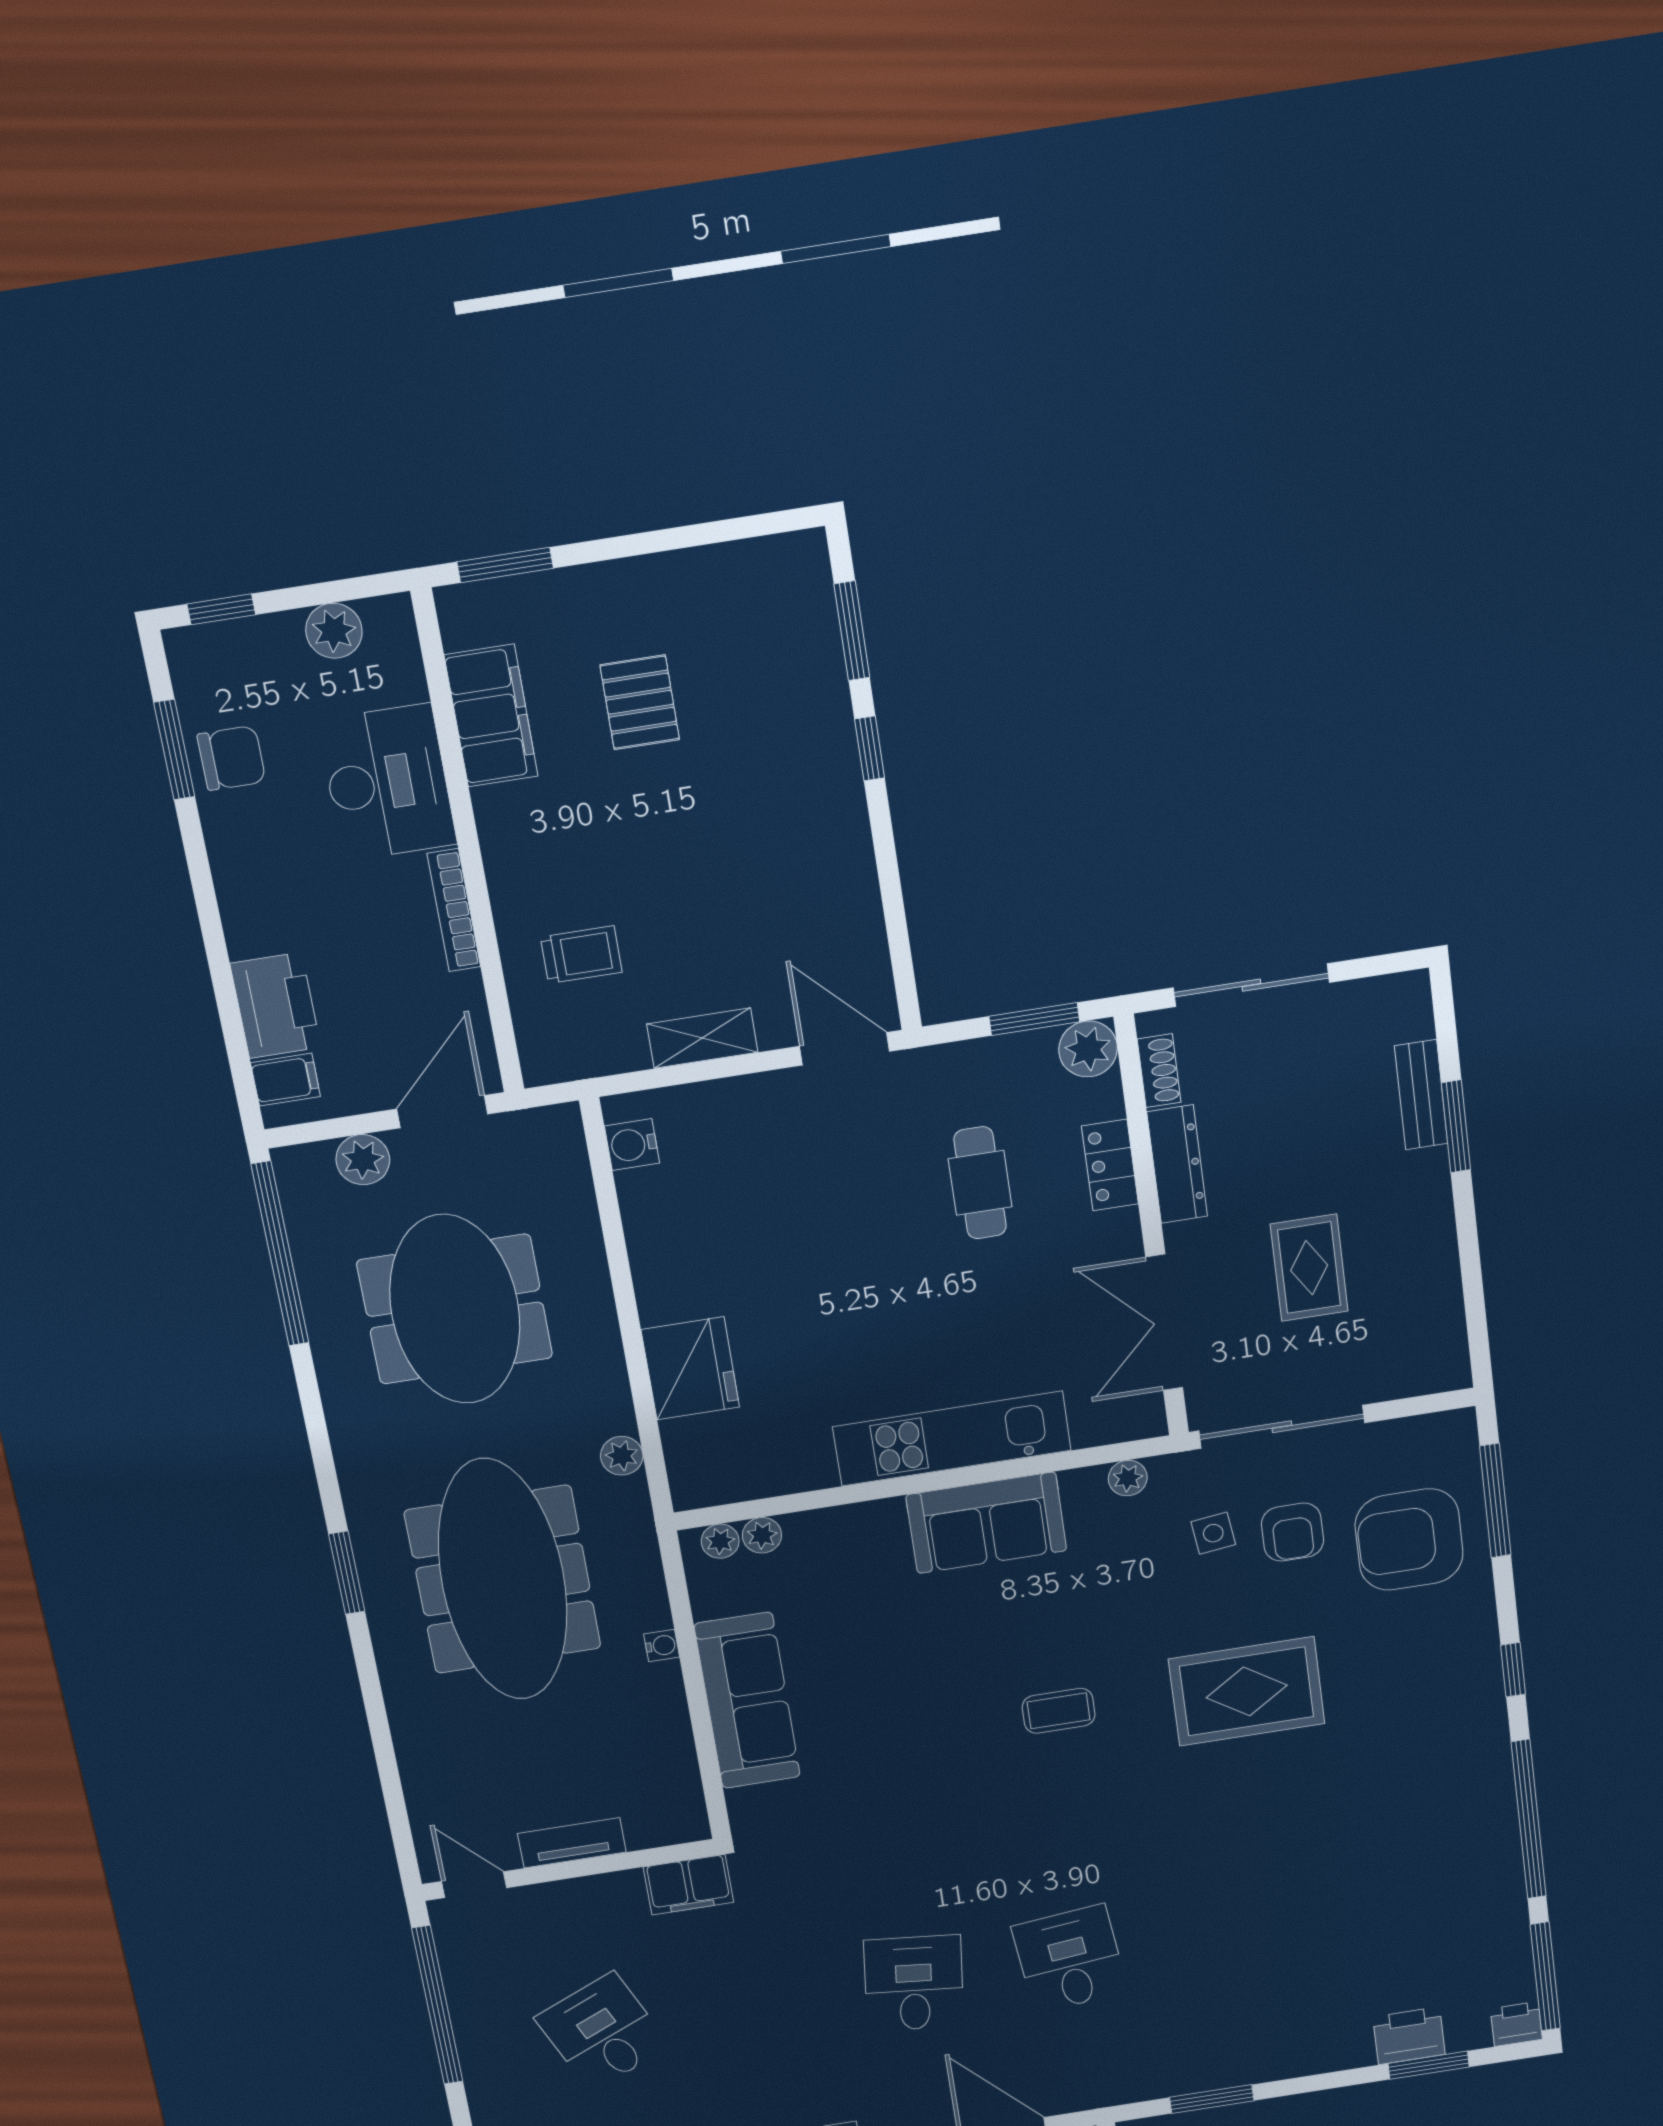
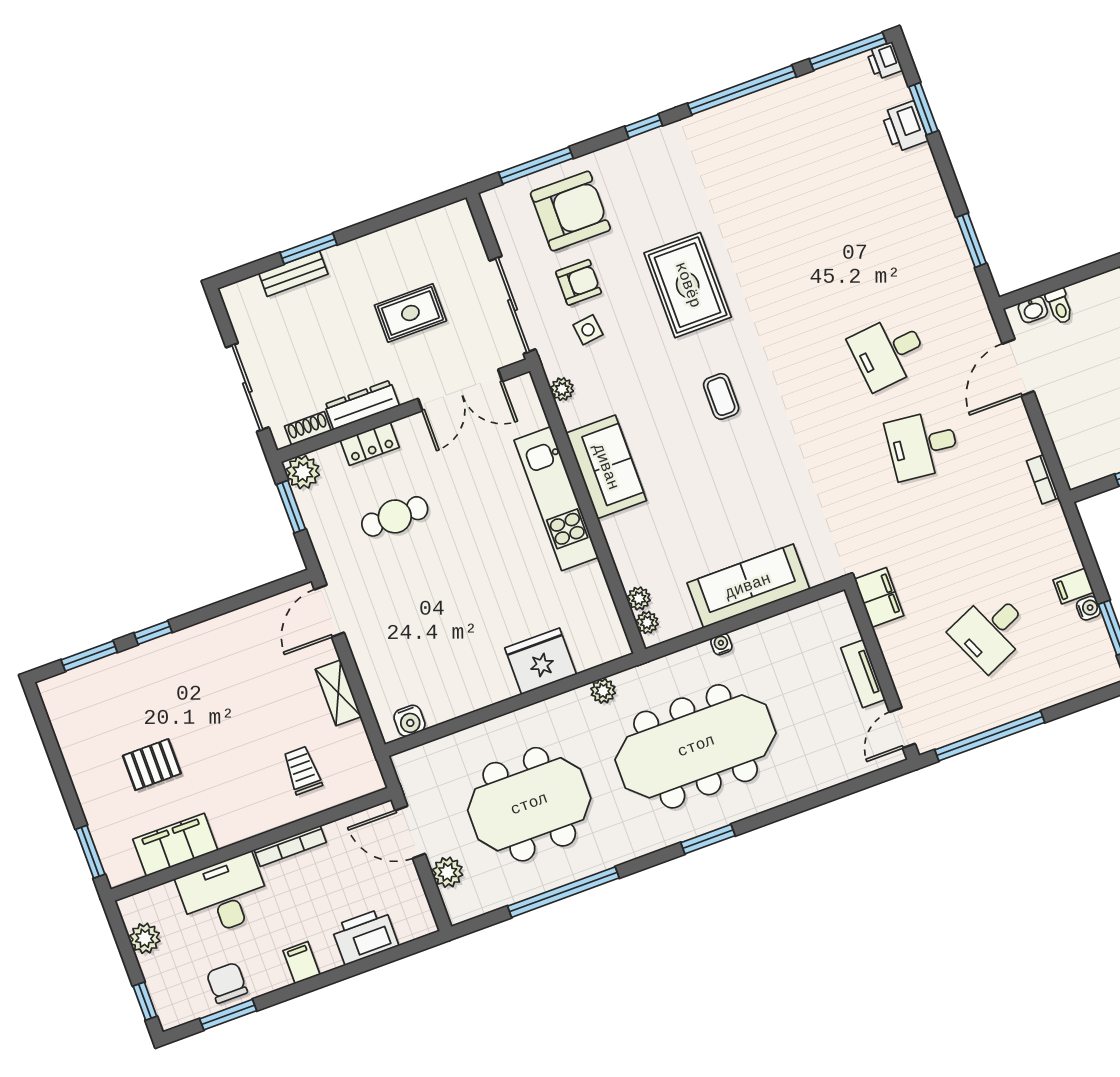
filing cabinet: (285, 1080) -> (301, 963), moved
window: (280, 1254) -> (563, 892), moved
armchair: (1409, 1540) -> (570, 211), turned -90

